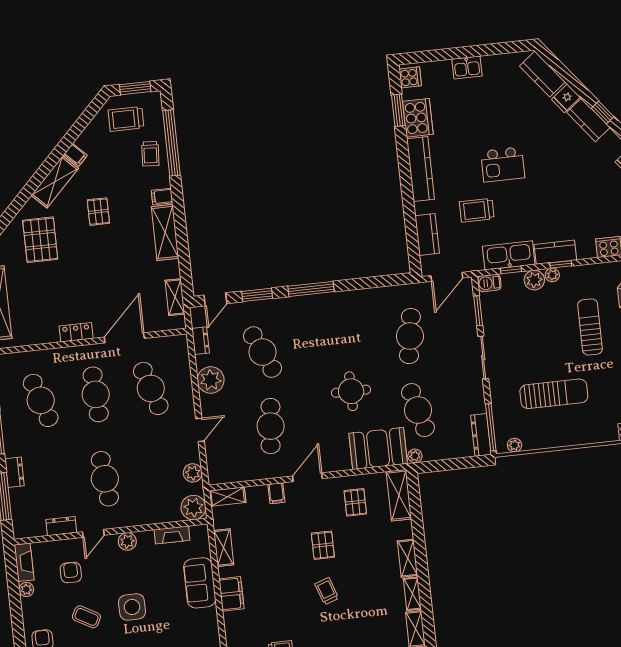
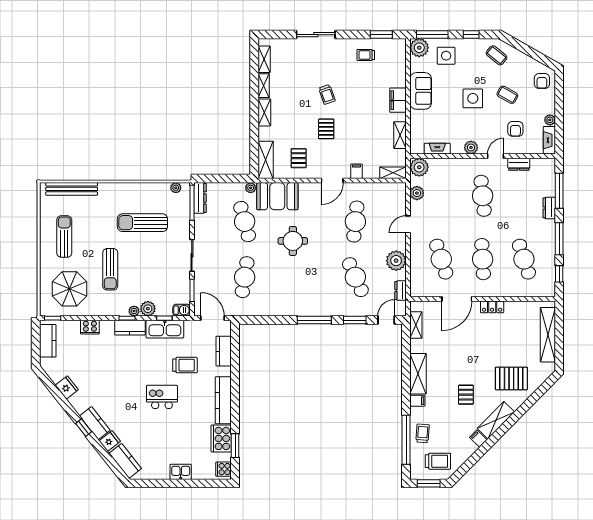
pallet: (40, 240) -> (511, 378), turned 90
door: (447, 277) -> (213, 318), hinge flipped
sofa: (200, 583) -> (421, 91), moved

